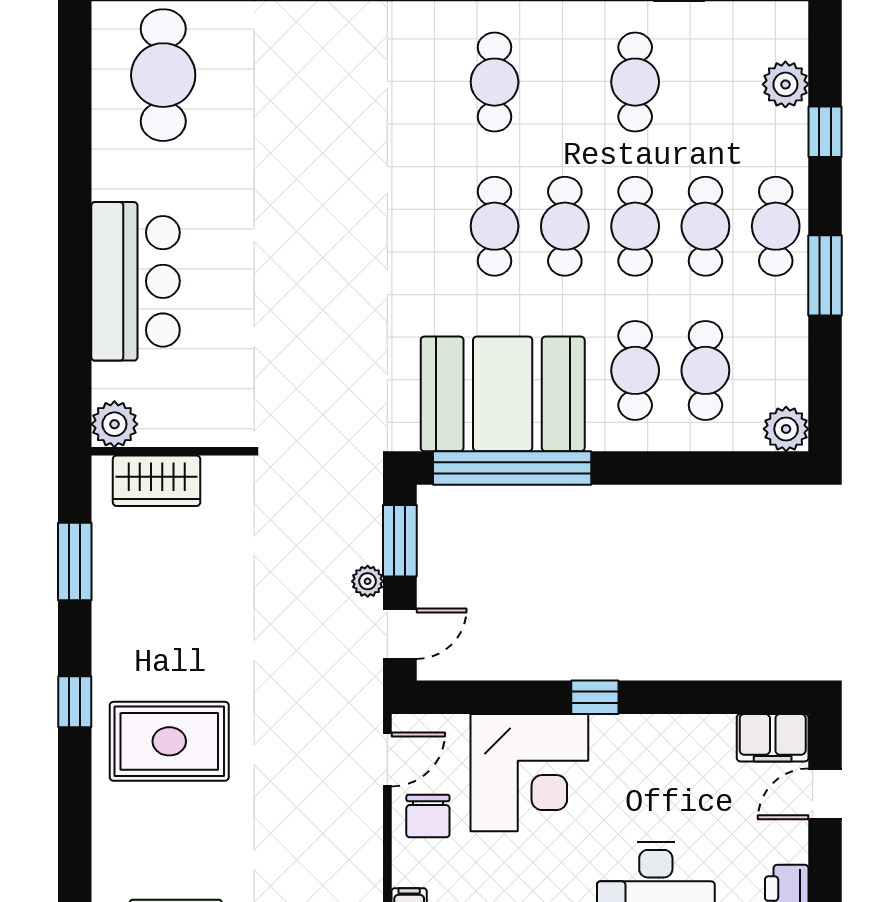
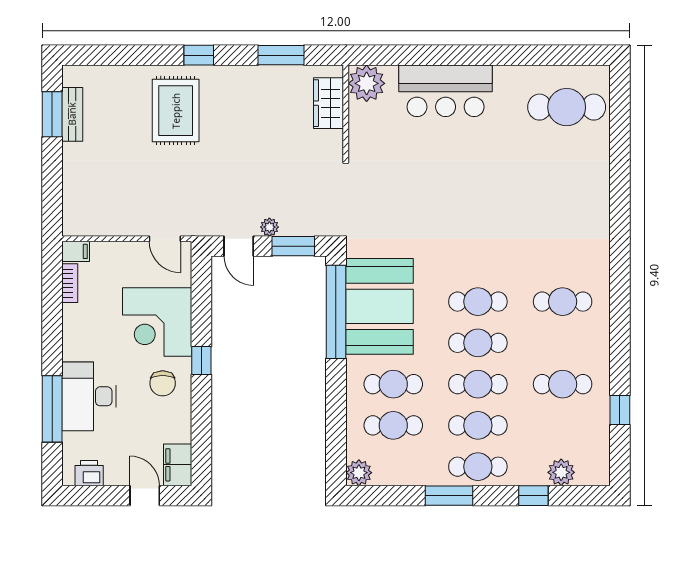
plant: (114, 424) -> (367, 83), width x1.36, depth x1.36
chair: (428, 816) -> (163, 383), moved, turned -90

